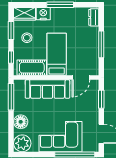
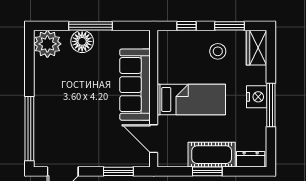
nightstand: (43, 14) -> (257, 97), moved
window: (101, 44) -> (207, 171), width x0.69
cot: (32, 68) -> (212, 155), moved, turned 90
window: (11, 97) -> (90, 26), moved
corner sofa: (60, 137) -> (58, 106), removed

